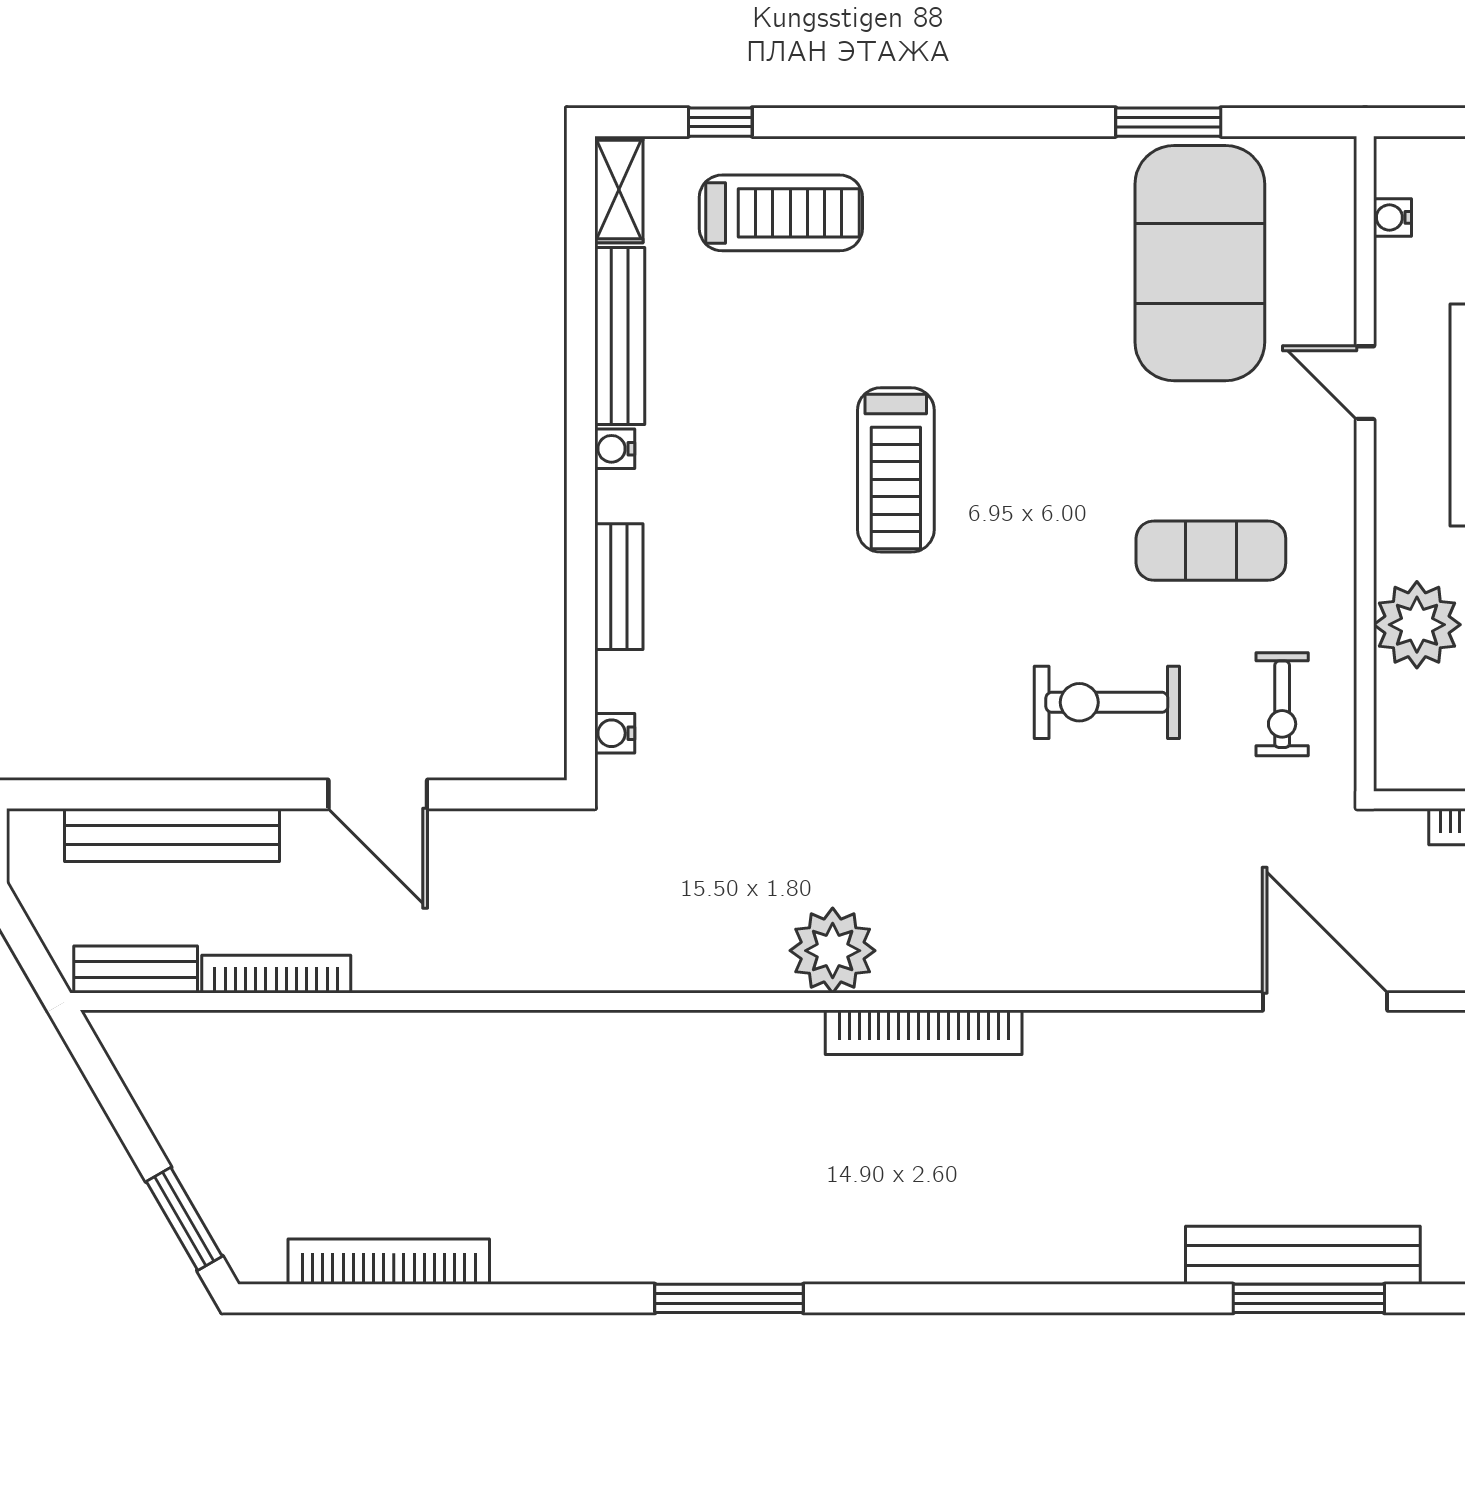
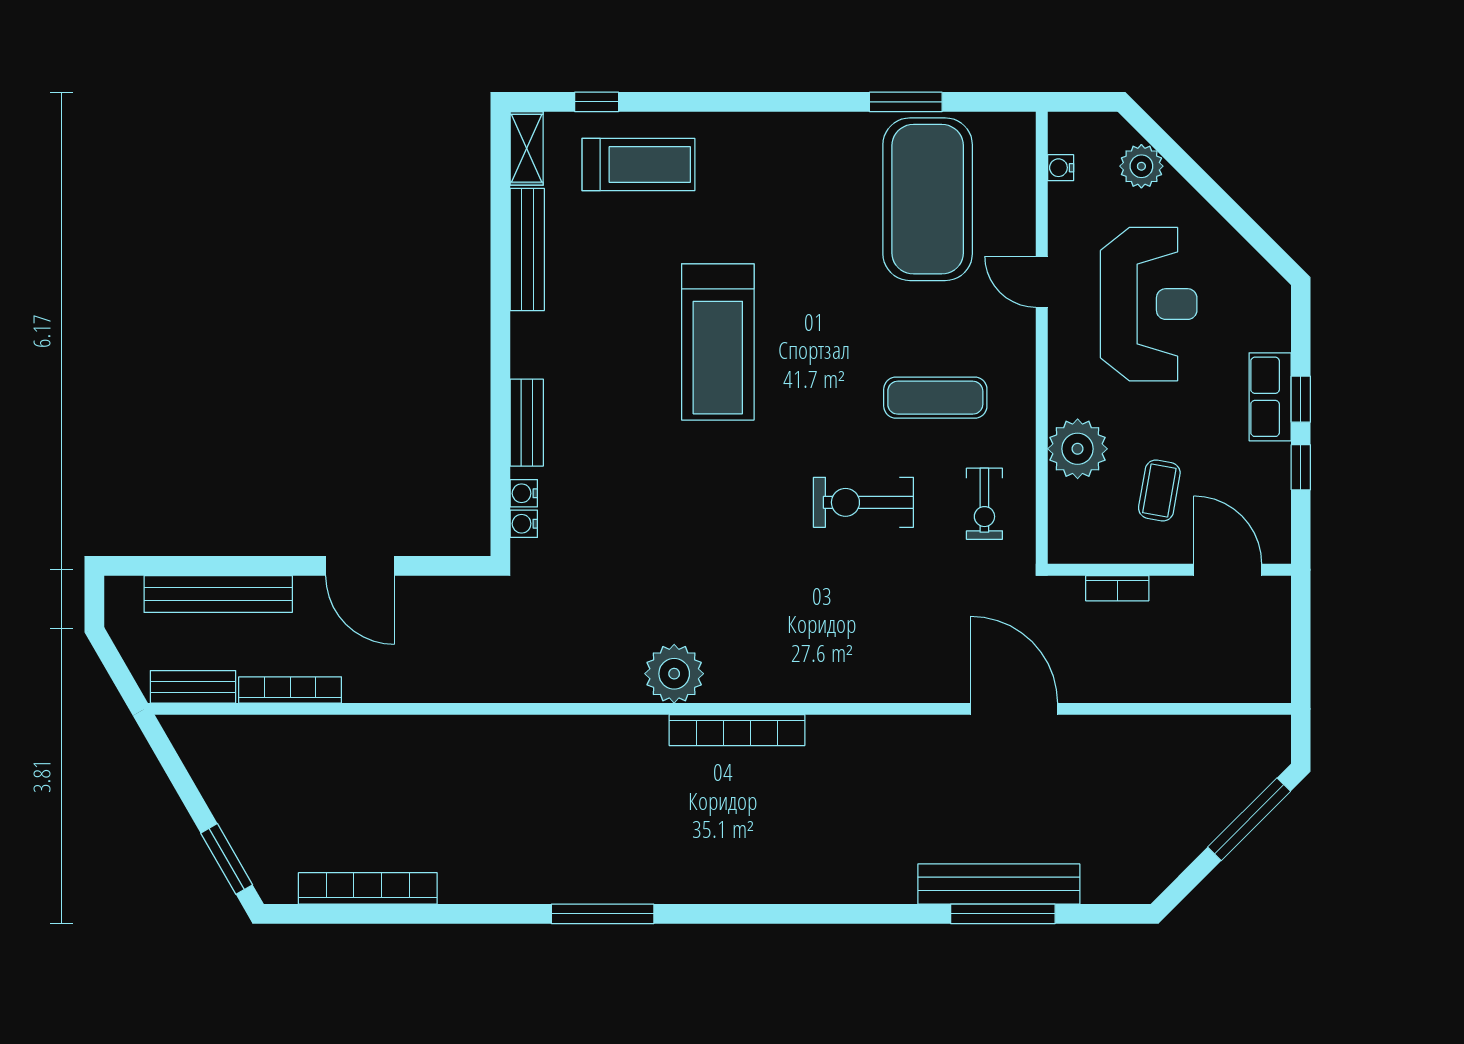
water cooler: (615, 449) -> (524, 493), moved
treadmill: (896, 470) -> (718, 342), width x1.37, depth x1.38

